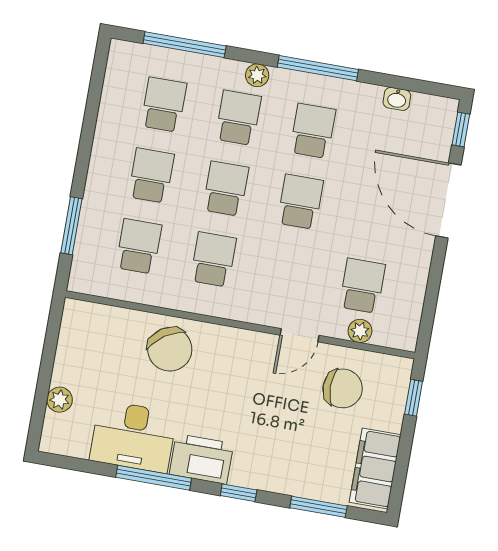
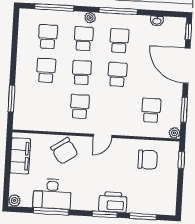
school desk: (139, 246) -> (44, 104), removed
window: (432, 293) -> (184, 110), added
plant: (360, 331) -> (174, 133), moved
door: (299, 335) -> (103, 136), moved
plant: (60, 400) -> (14, 200), moved
printer: (201, 459) -> (113, 202), moved
filing cabinet: (375, 468) -> (20, 156), moved, turned 180
window: (154, 478) -> (51, 211), moved
window: (239, 493) -> (105, 214), width x1.50

